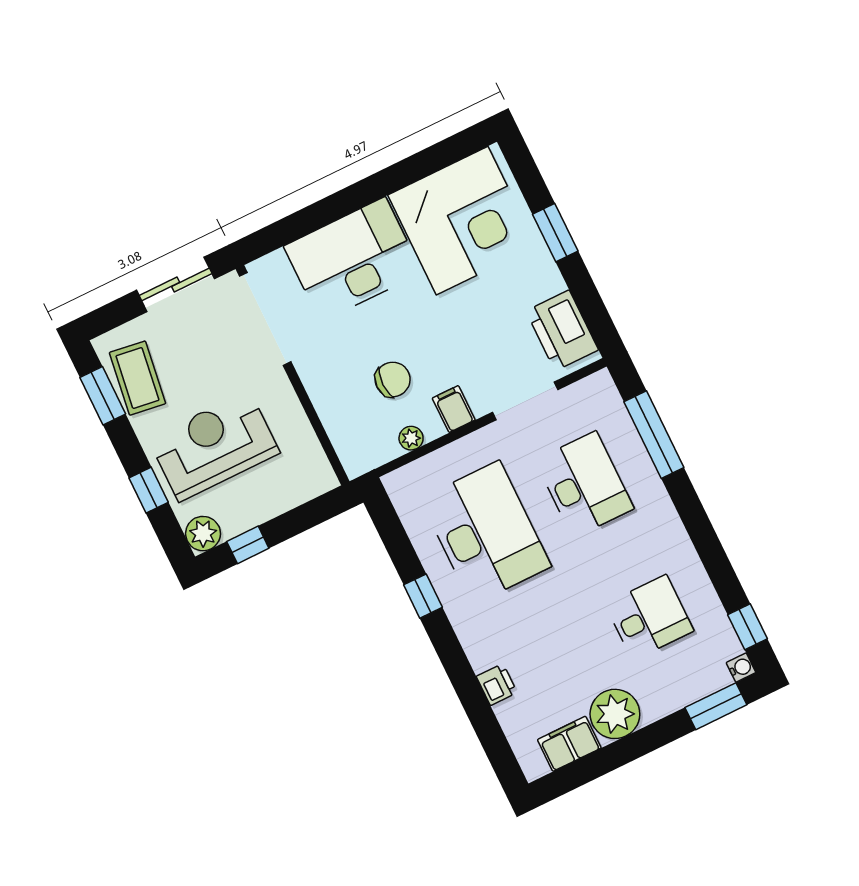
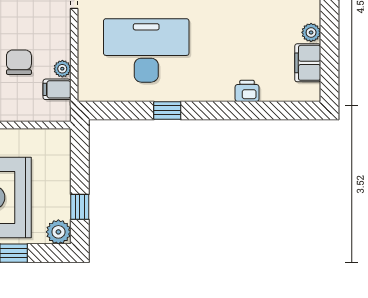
filing cabinet: (454, 409) -> (57, 89), moved
plant: (615, 714) -> (311, 32), width x0.53, depth x0.53

